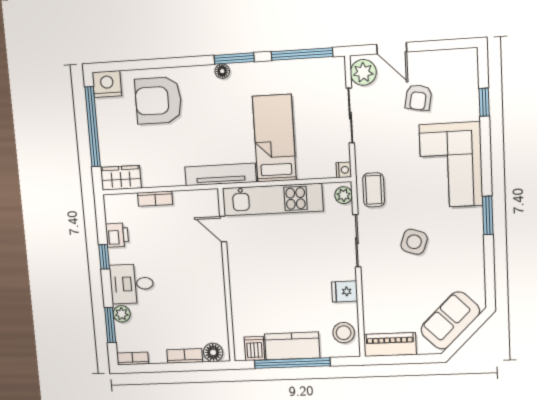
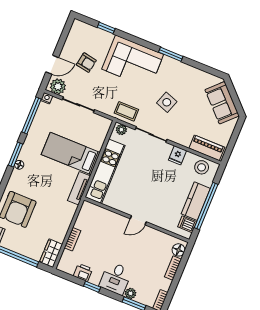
nightstand: (344, 170) -> (47, 98), moved
tv unit: (221, 174) -> (79, 188), width x0.71
door: (223, 229) -> (138, 220), moved
piano: (390, 345) -> (207, 148), moved, turned 90

